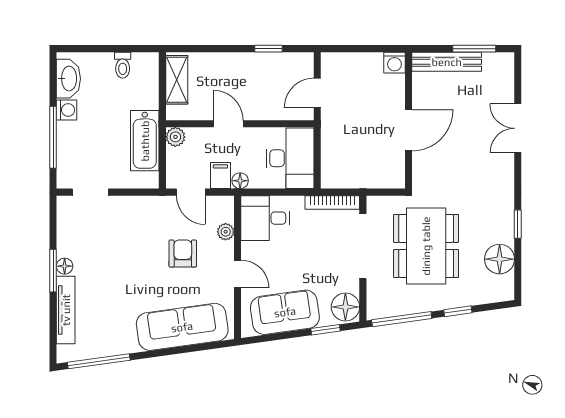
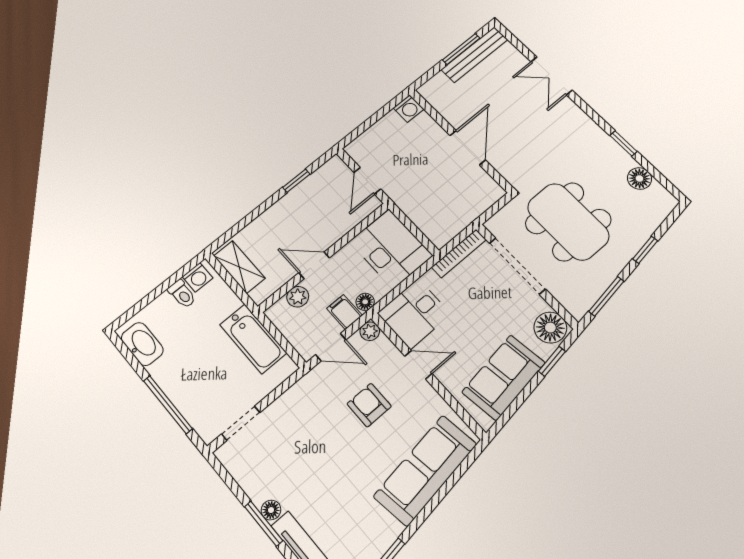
bench: (447, 62) -> (475, 55), moved
washing machine: (66, 110) -> (198, 277), moved, turned 90
plant: (175, 137) -> (298, 297), moved
plant: (226, 232) -> (370, 331), moved
floor lamp: (500, 259) -> (639, 178), width x0.73, depth x0.73
door: (238, 274) -> (418, 365), moved
window: (402, 319) -> (606, 296), width x0.69

